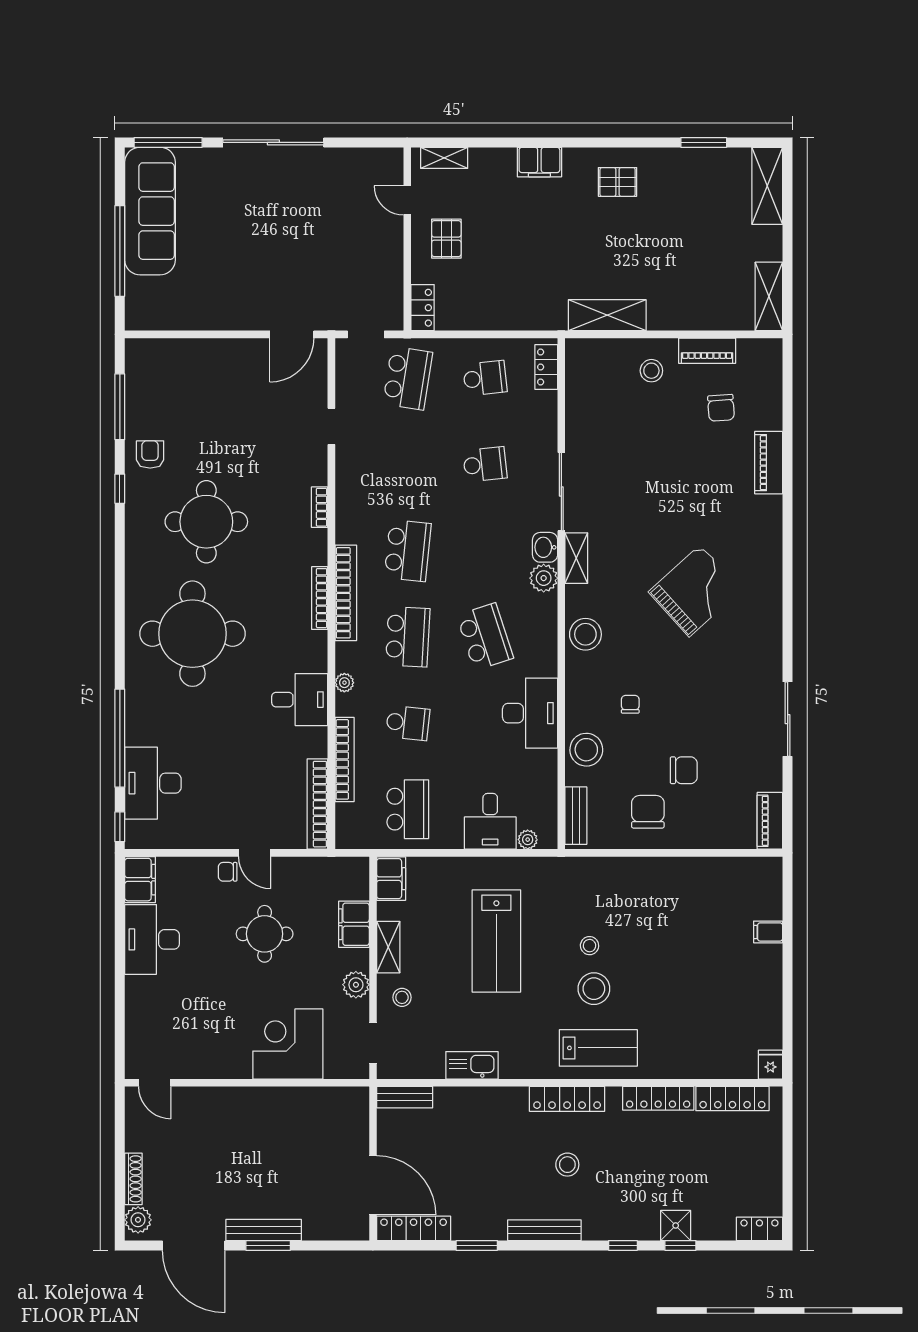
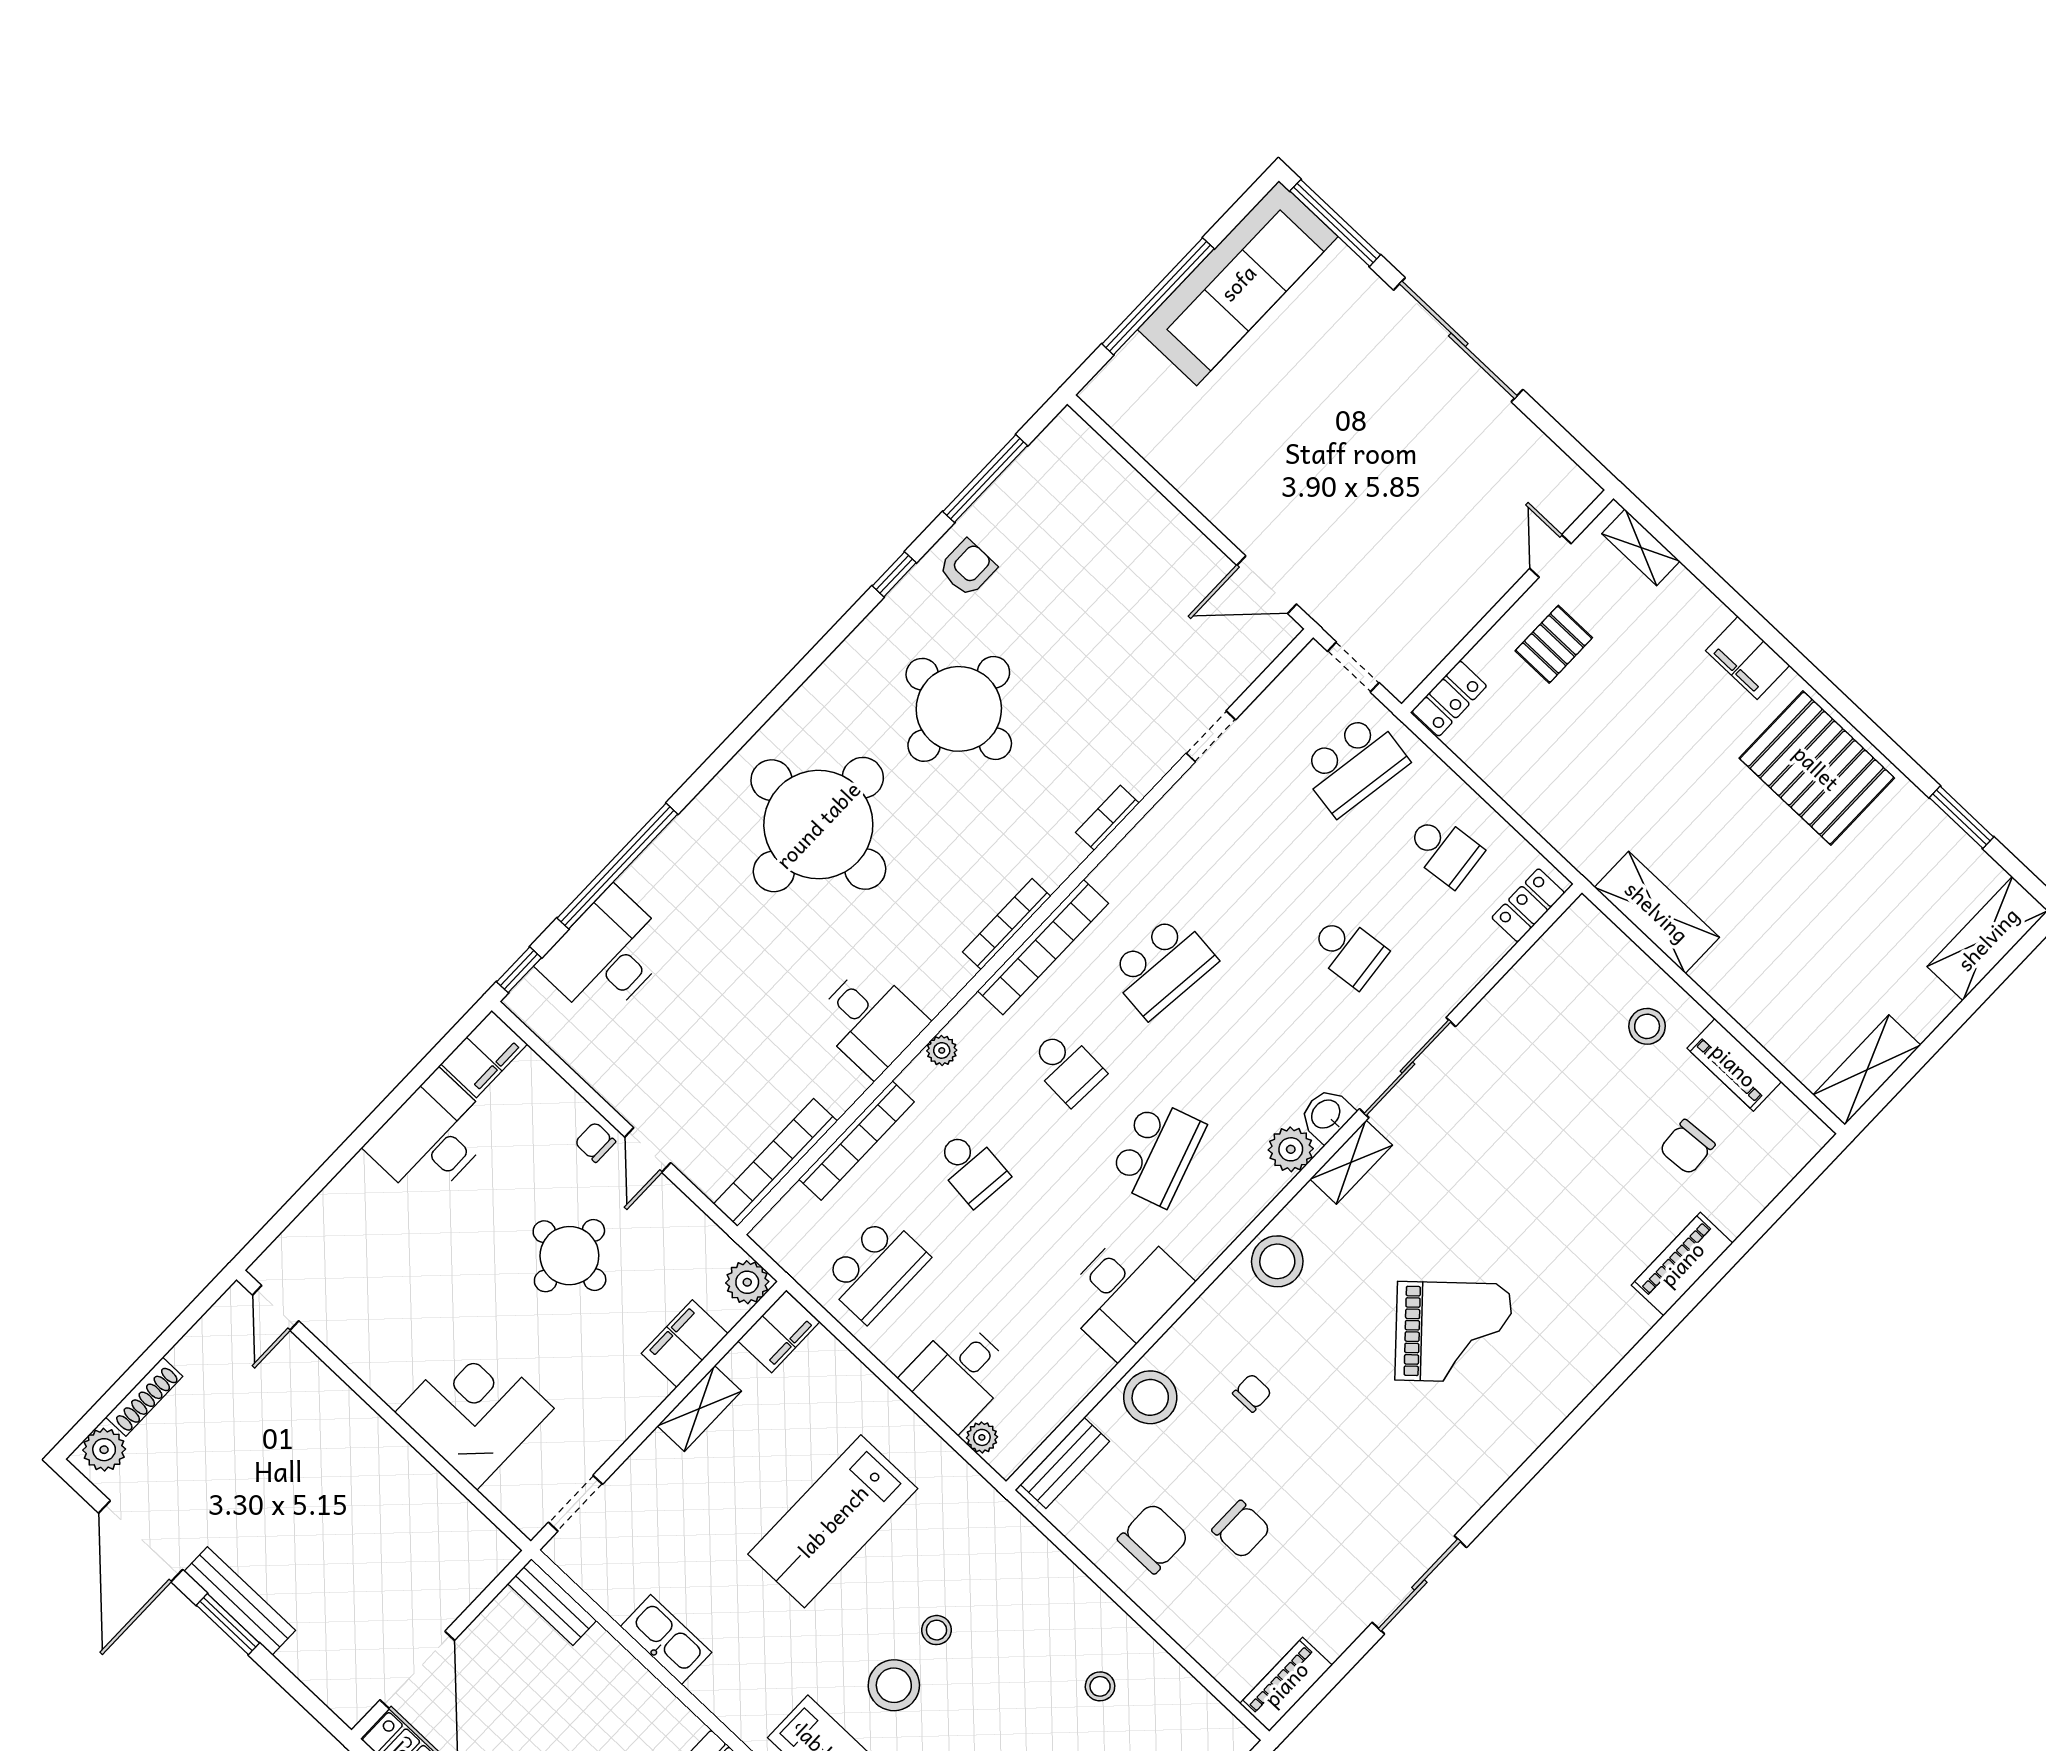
pallet: (618, 182) -> (1817, 768), width x2.05, depth x2.00
school desk: (408, 637) -> (1067, 1067), width x0.54
plant: (356, 985) -> (747, 1282), moved
stool: (402, 997) -> (1100, 1686), moved

